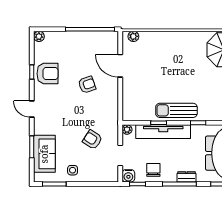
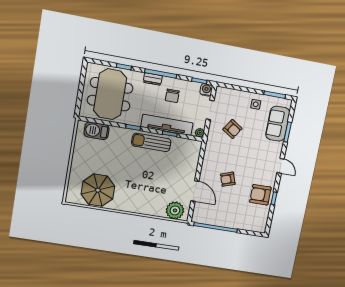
plant: (39, 36) -> (261, 228), removed
plant: (133, 36) -> (175, 210), width x1.87, depth x1.87
sun lounger: (176, 110) -> (151, 142), turned 180
chair: (153, 170) -> (172, 96), moved

